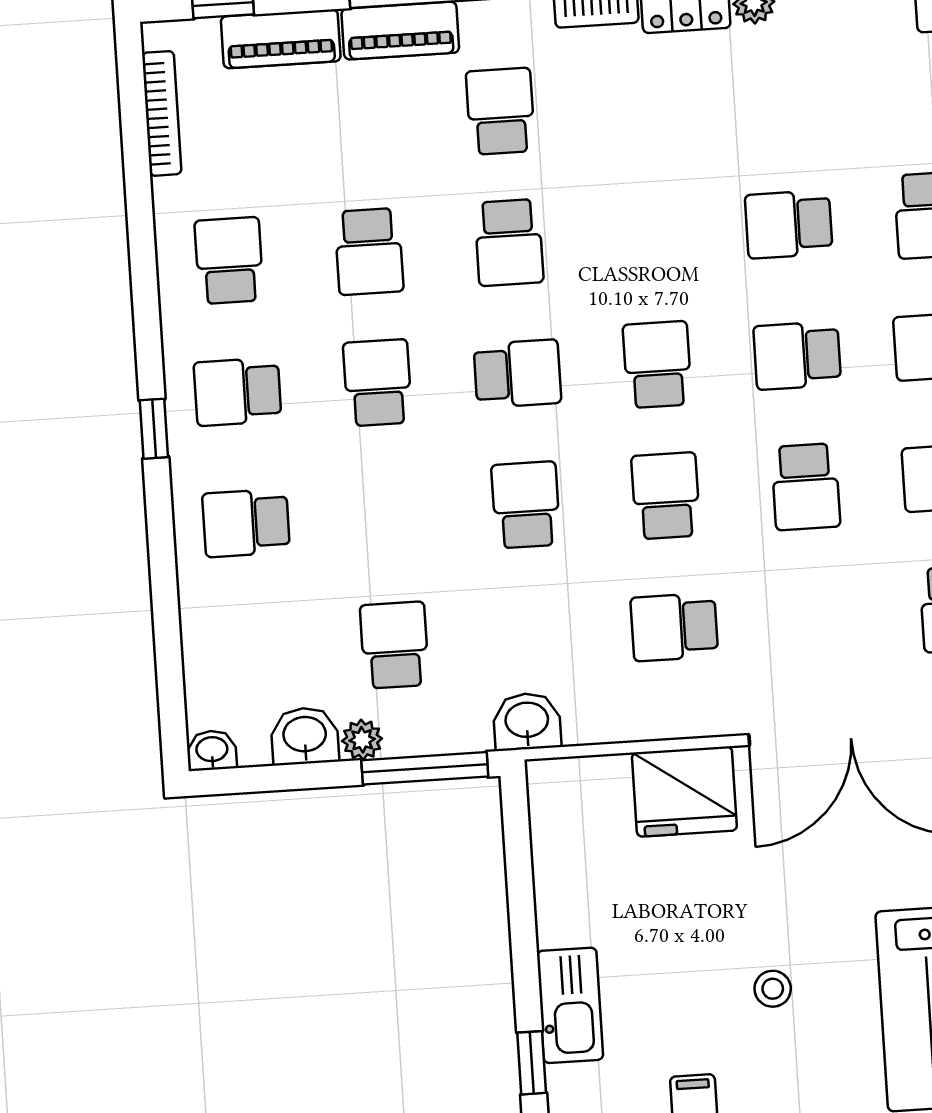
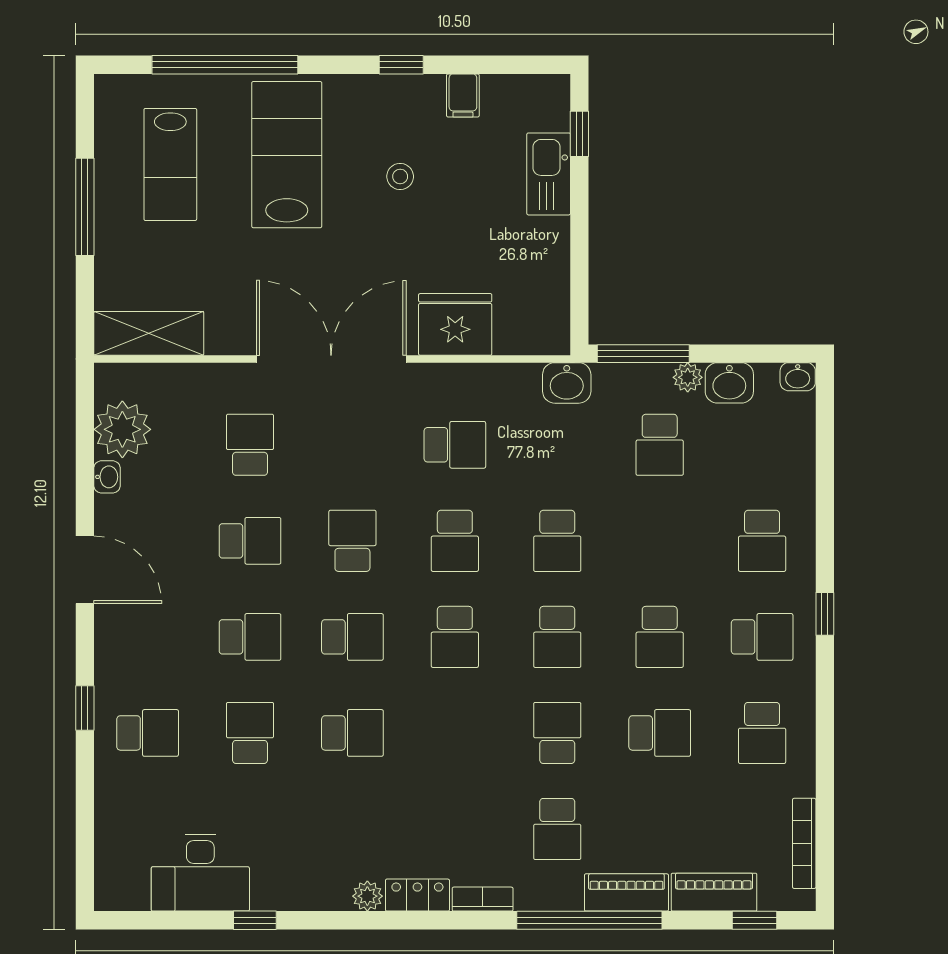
school desk: (369, 251) -> (660, 733), turned 90
school desk: (517, 374) -> (557, 637), turned -90
school desk: (246, 523) -> (762, 541), turned 90

